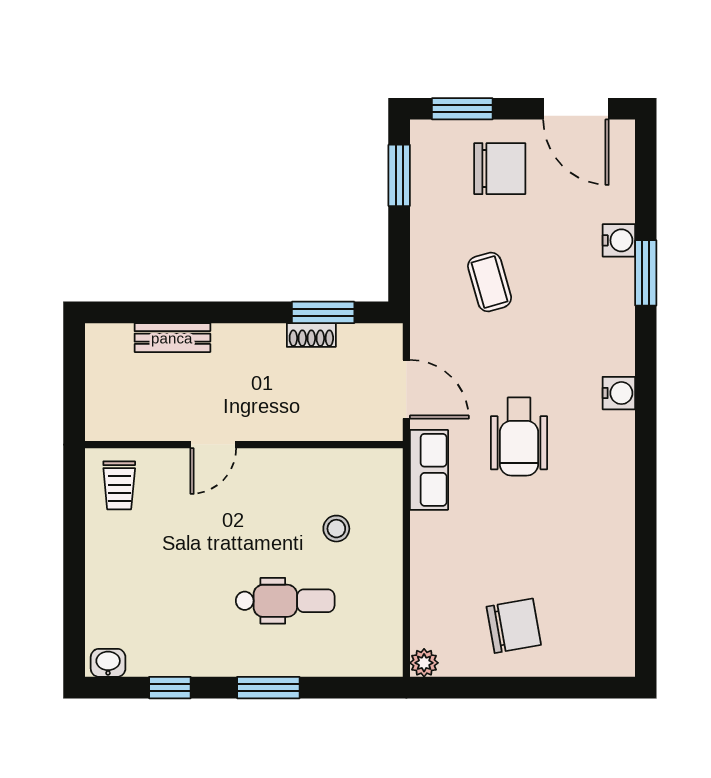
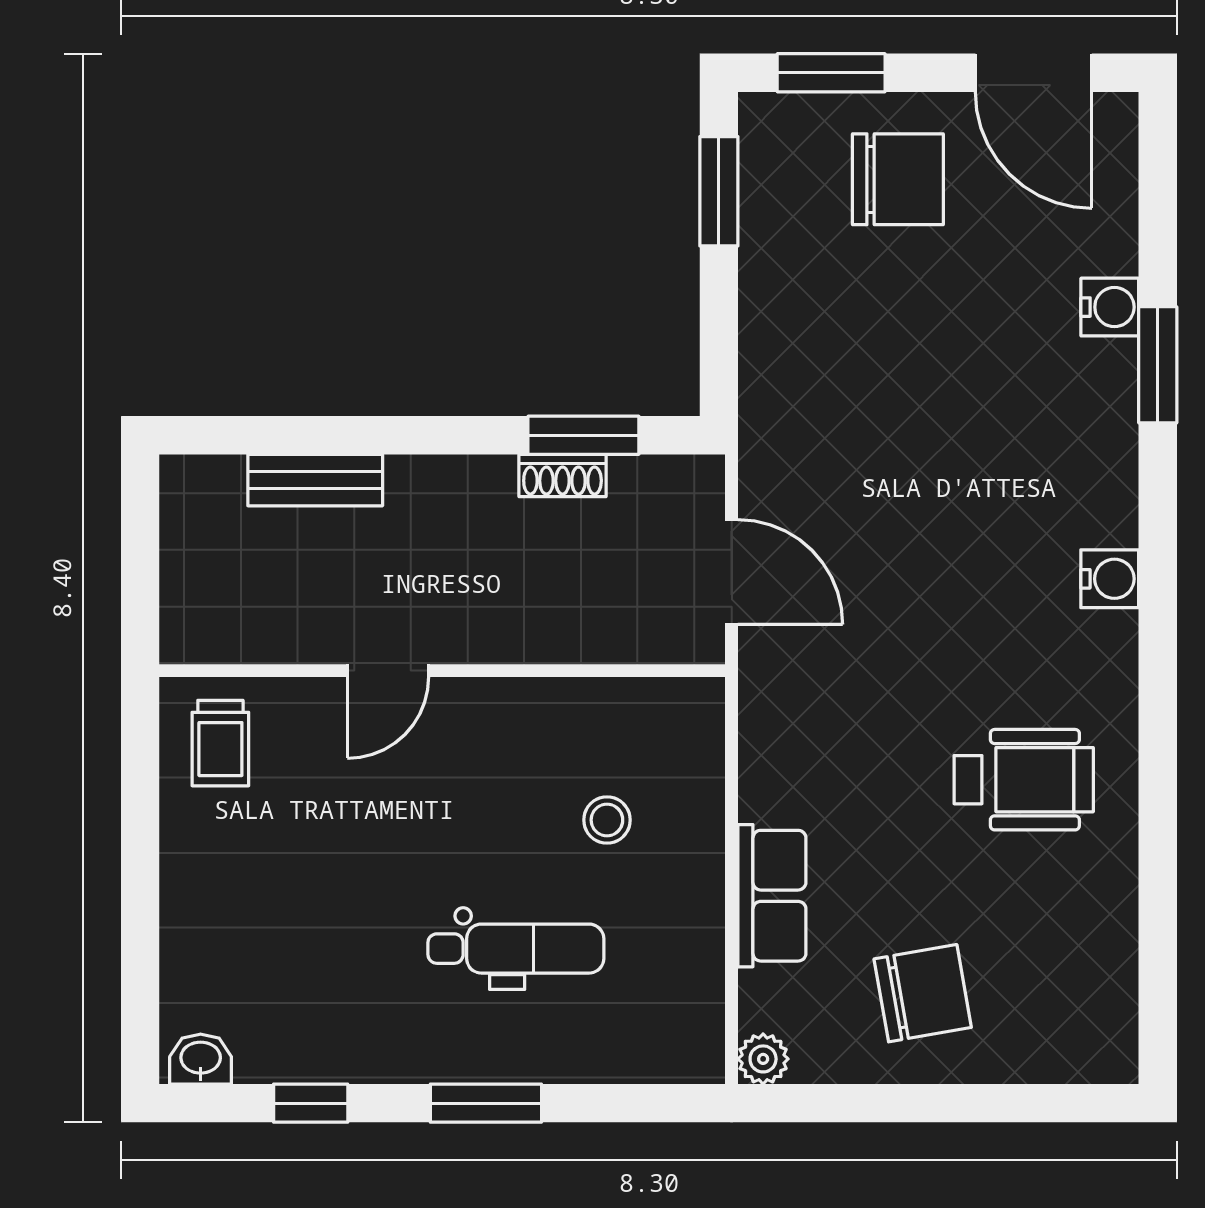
coffee table: (490, 282) -> (880, 381), removed
wheelchair: (519, 436) -> (1024, 780), moved, turned -90
row of seats: (429, 470) -> (772, 896), moved

